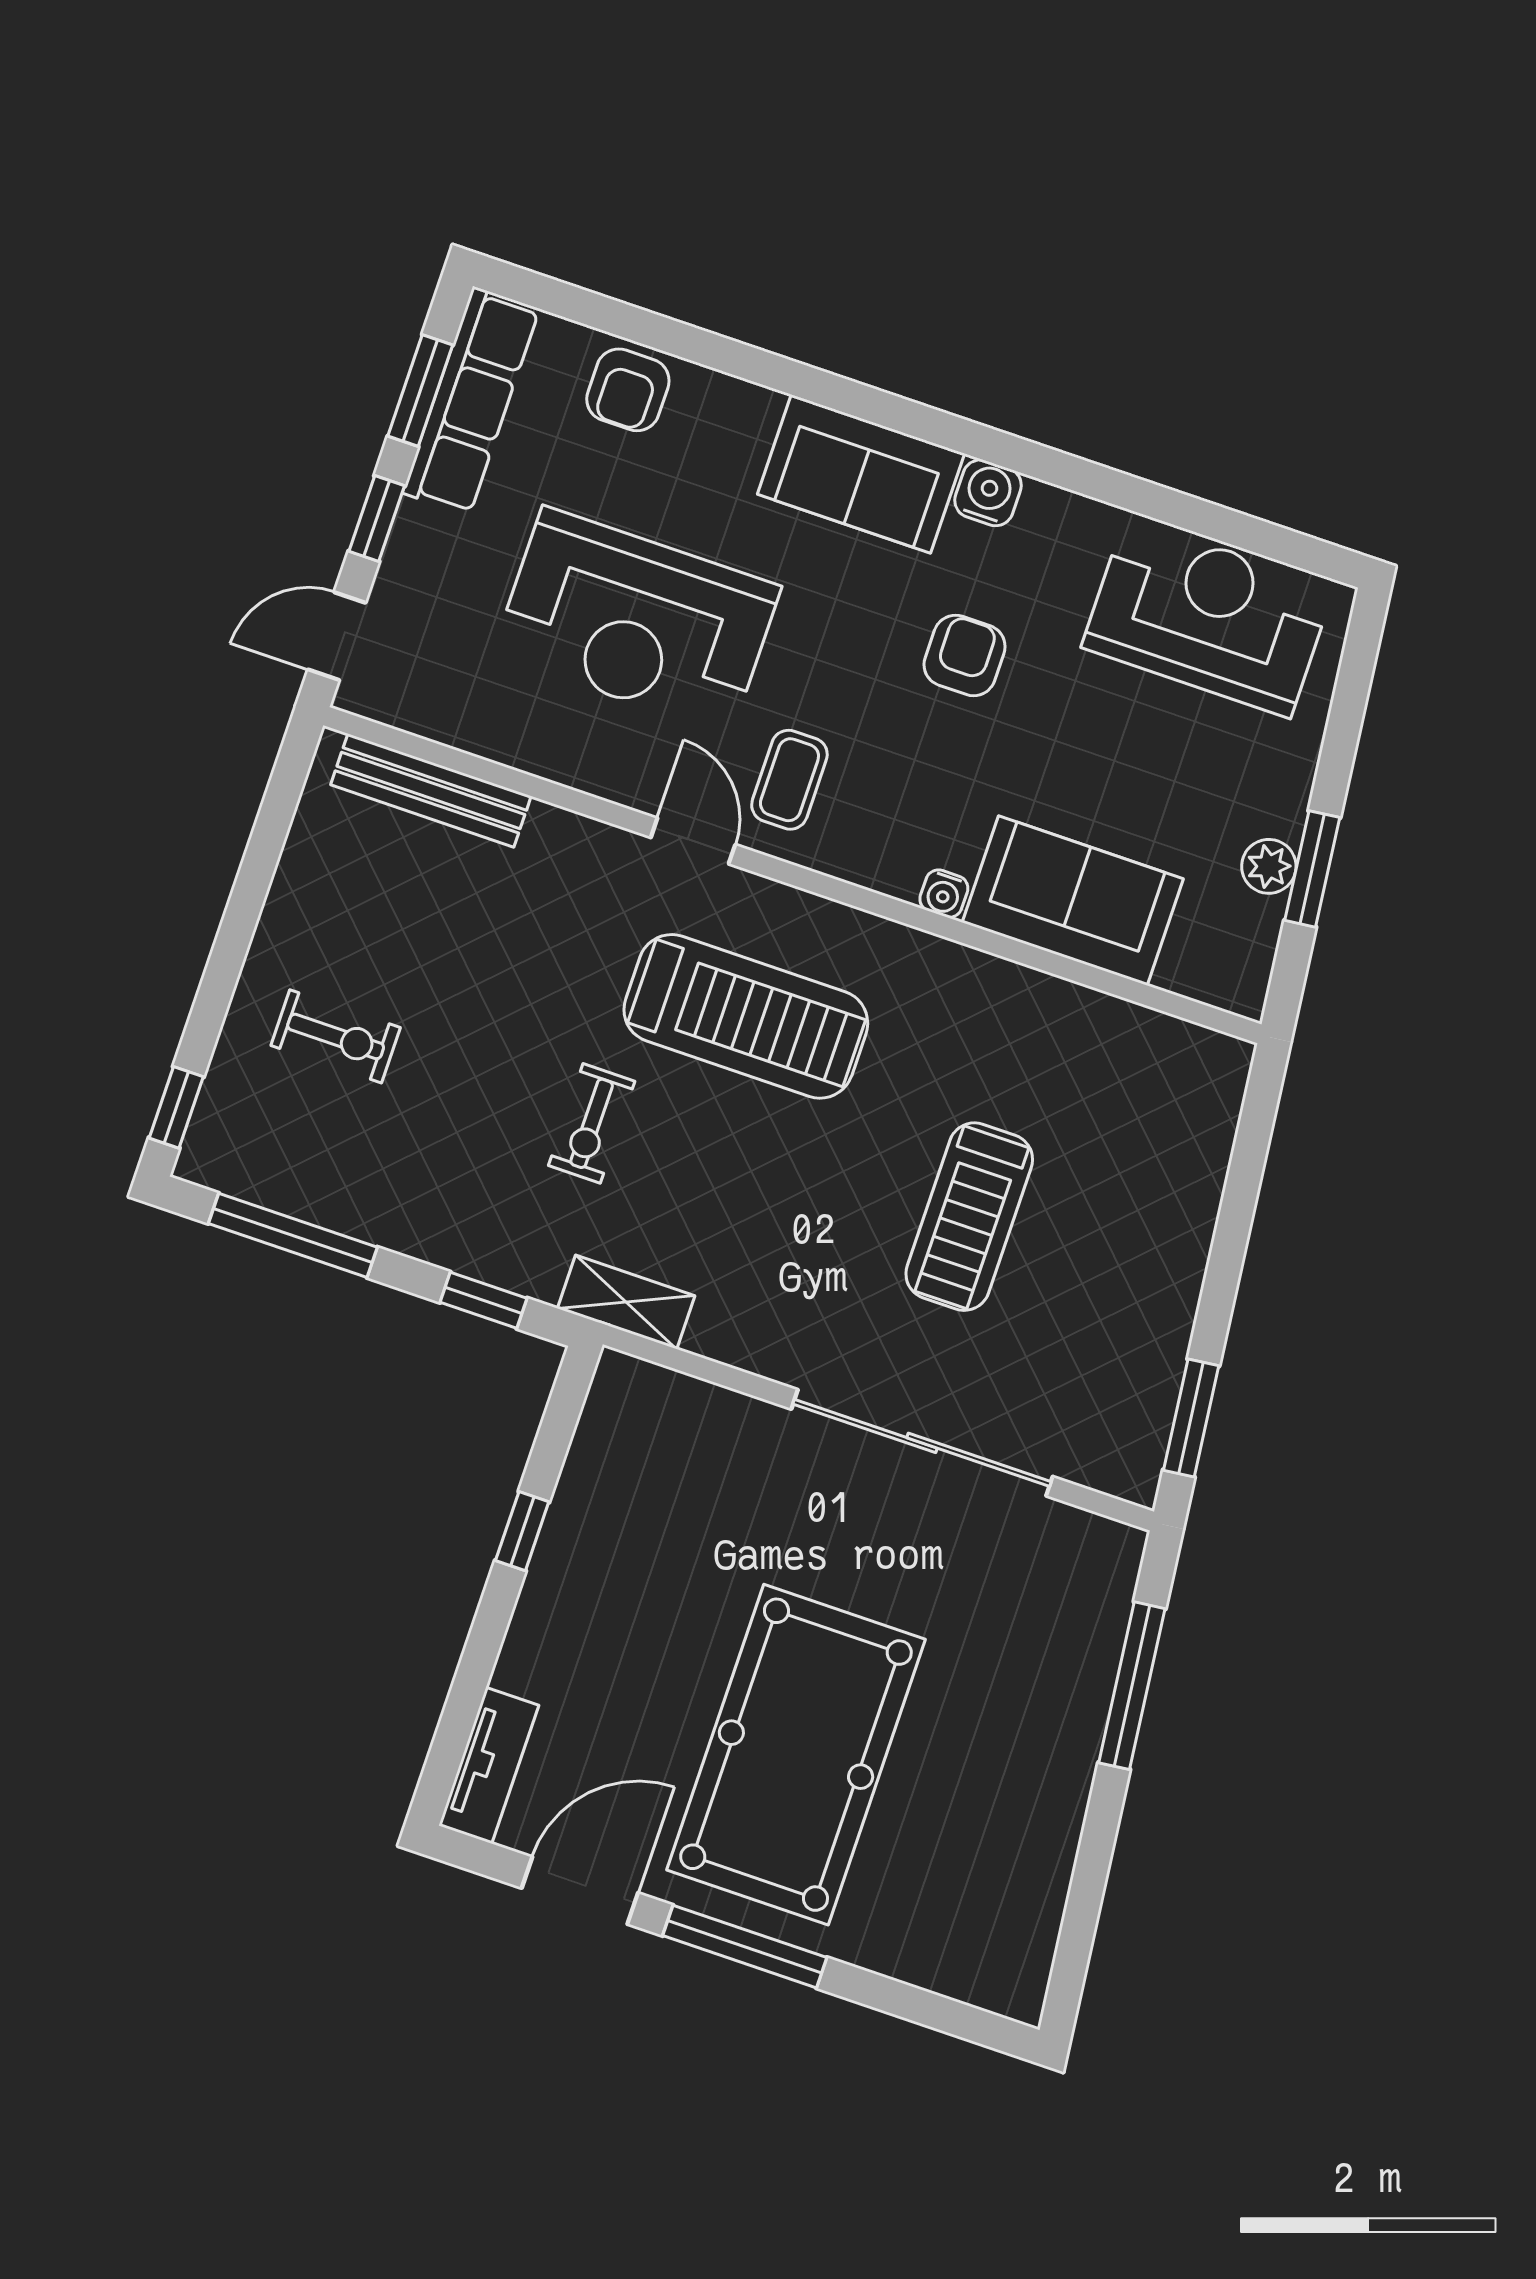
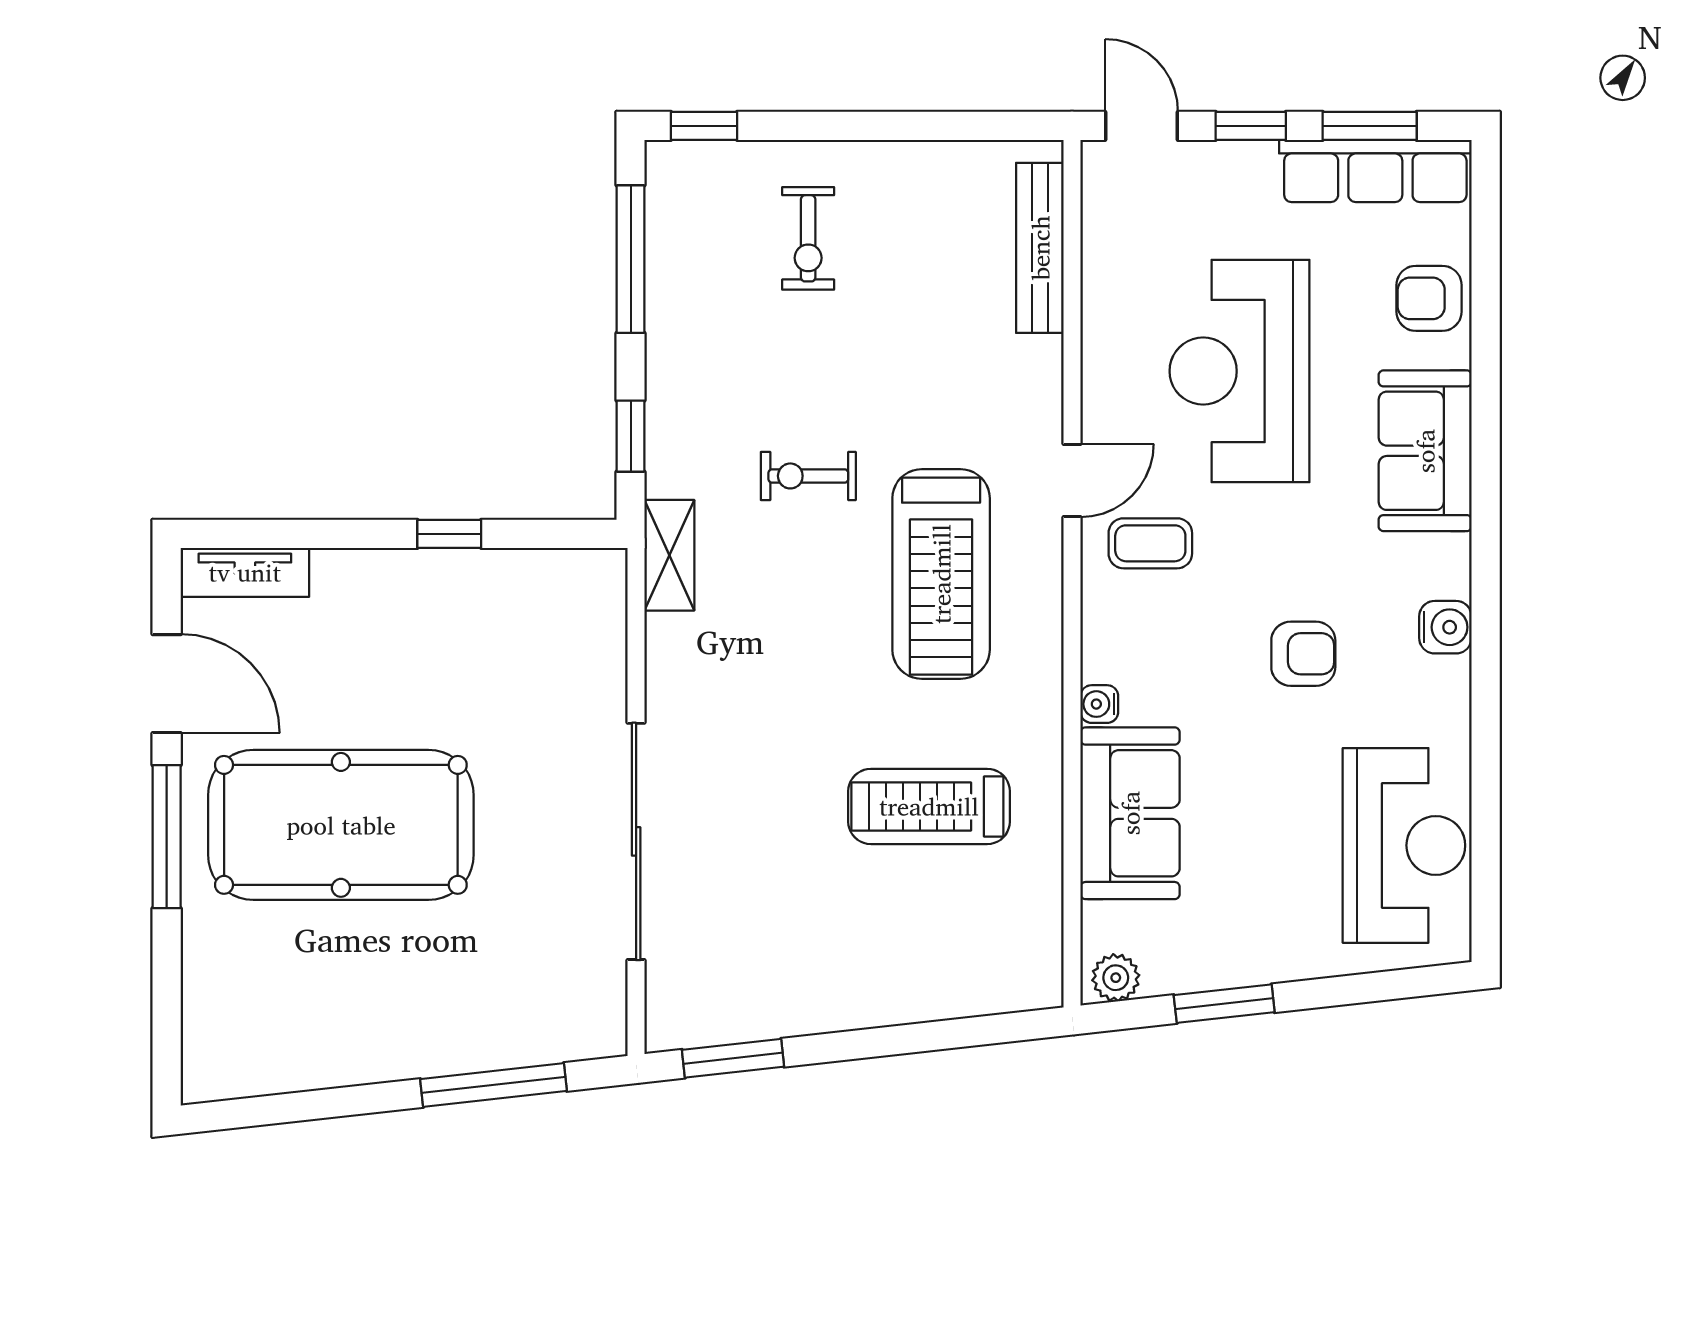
sofa: (861, 474) -> (1425, 451), moved
plant: (1269, 866) -> (1116, 978), moved
treadmill: (969, 1217) -> (929, 806), moved

